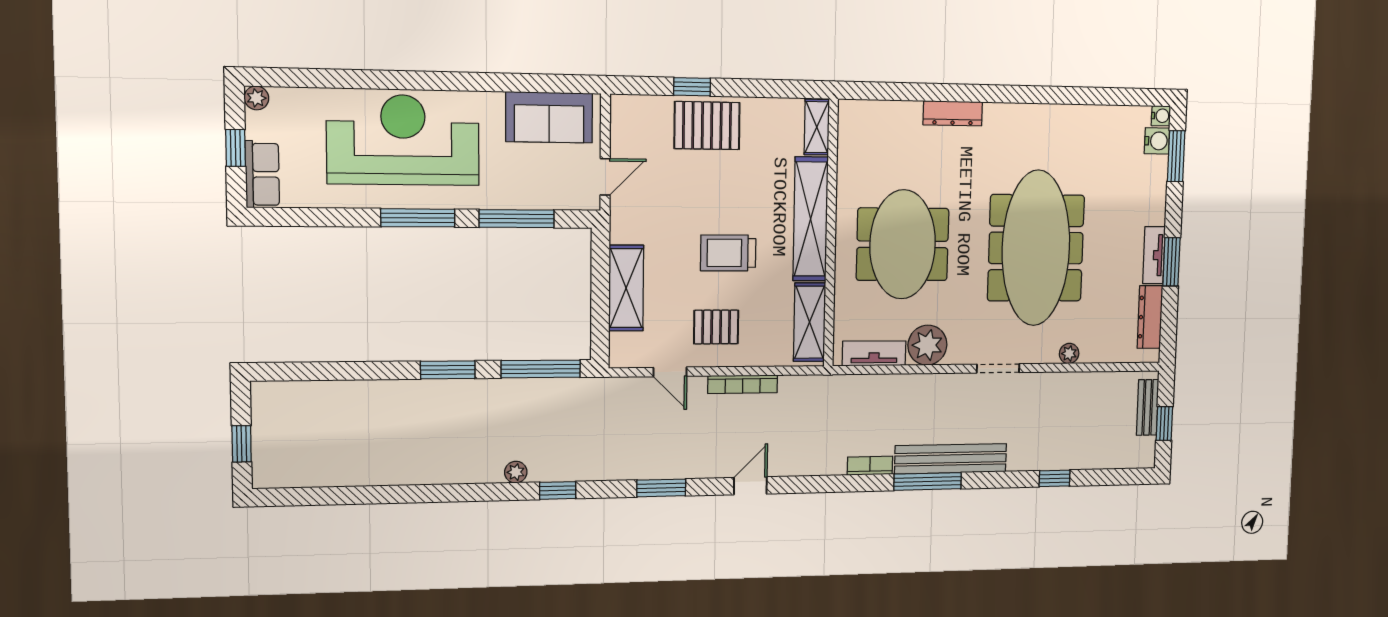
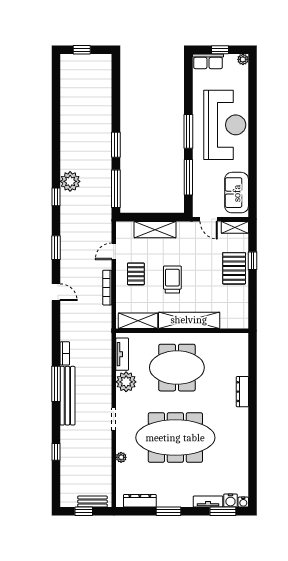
shelving: (817, 127) -> (235, 227), moved
tv unit: (1154, 255) -> (208, 501), moved
plant: (516, 472) -> (70, 181), width x1.88, depth x1.88

